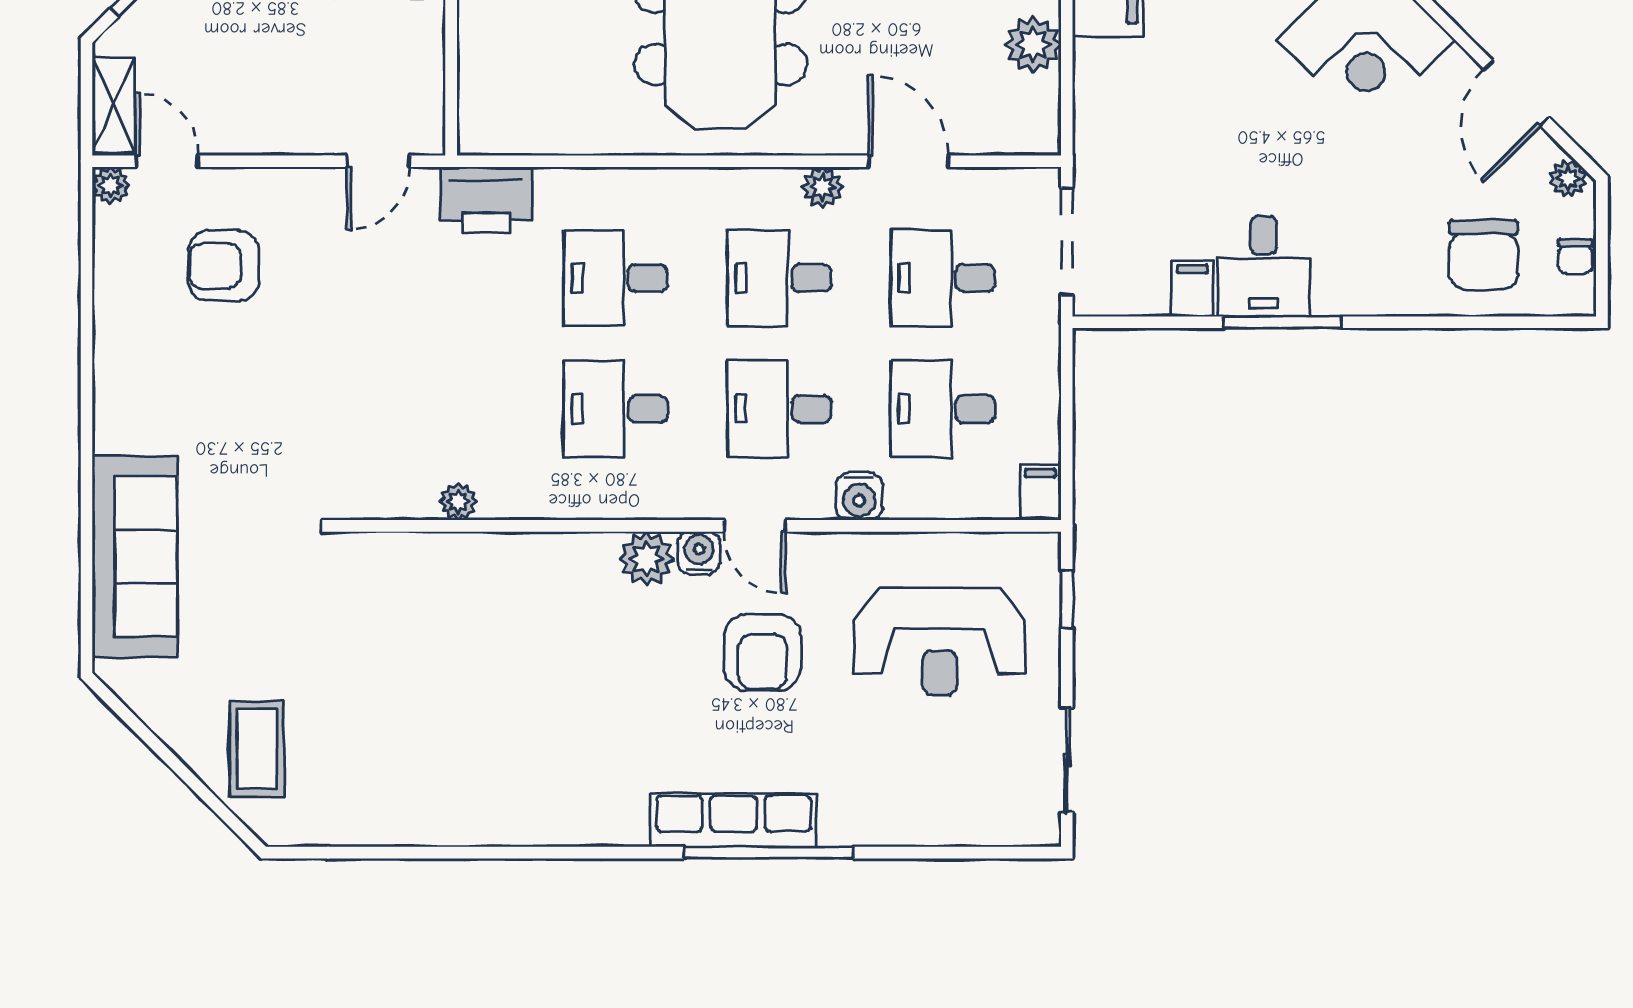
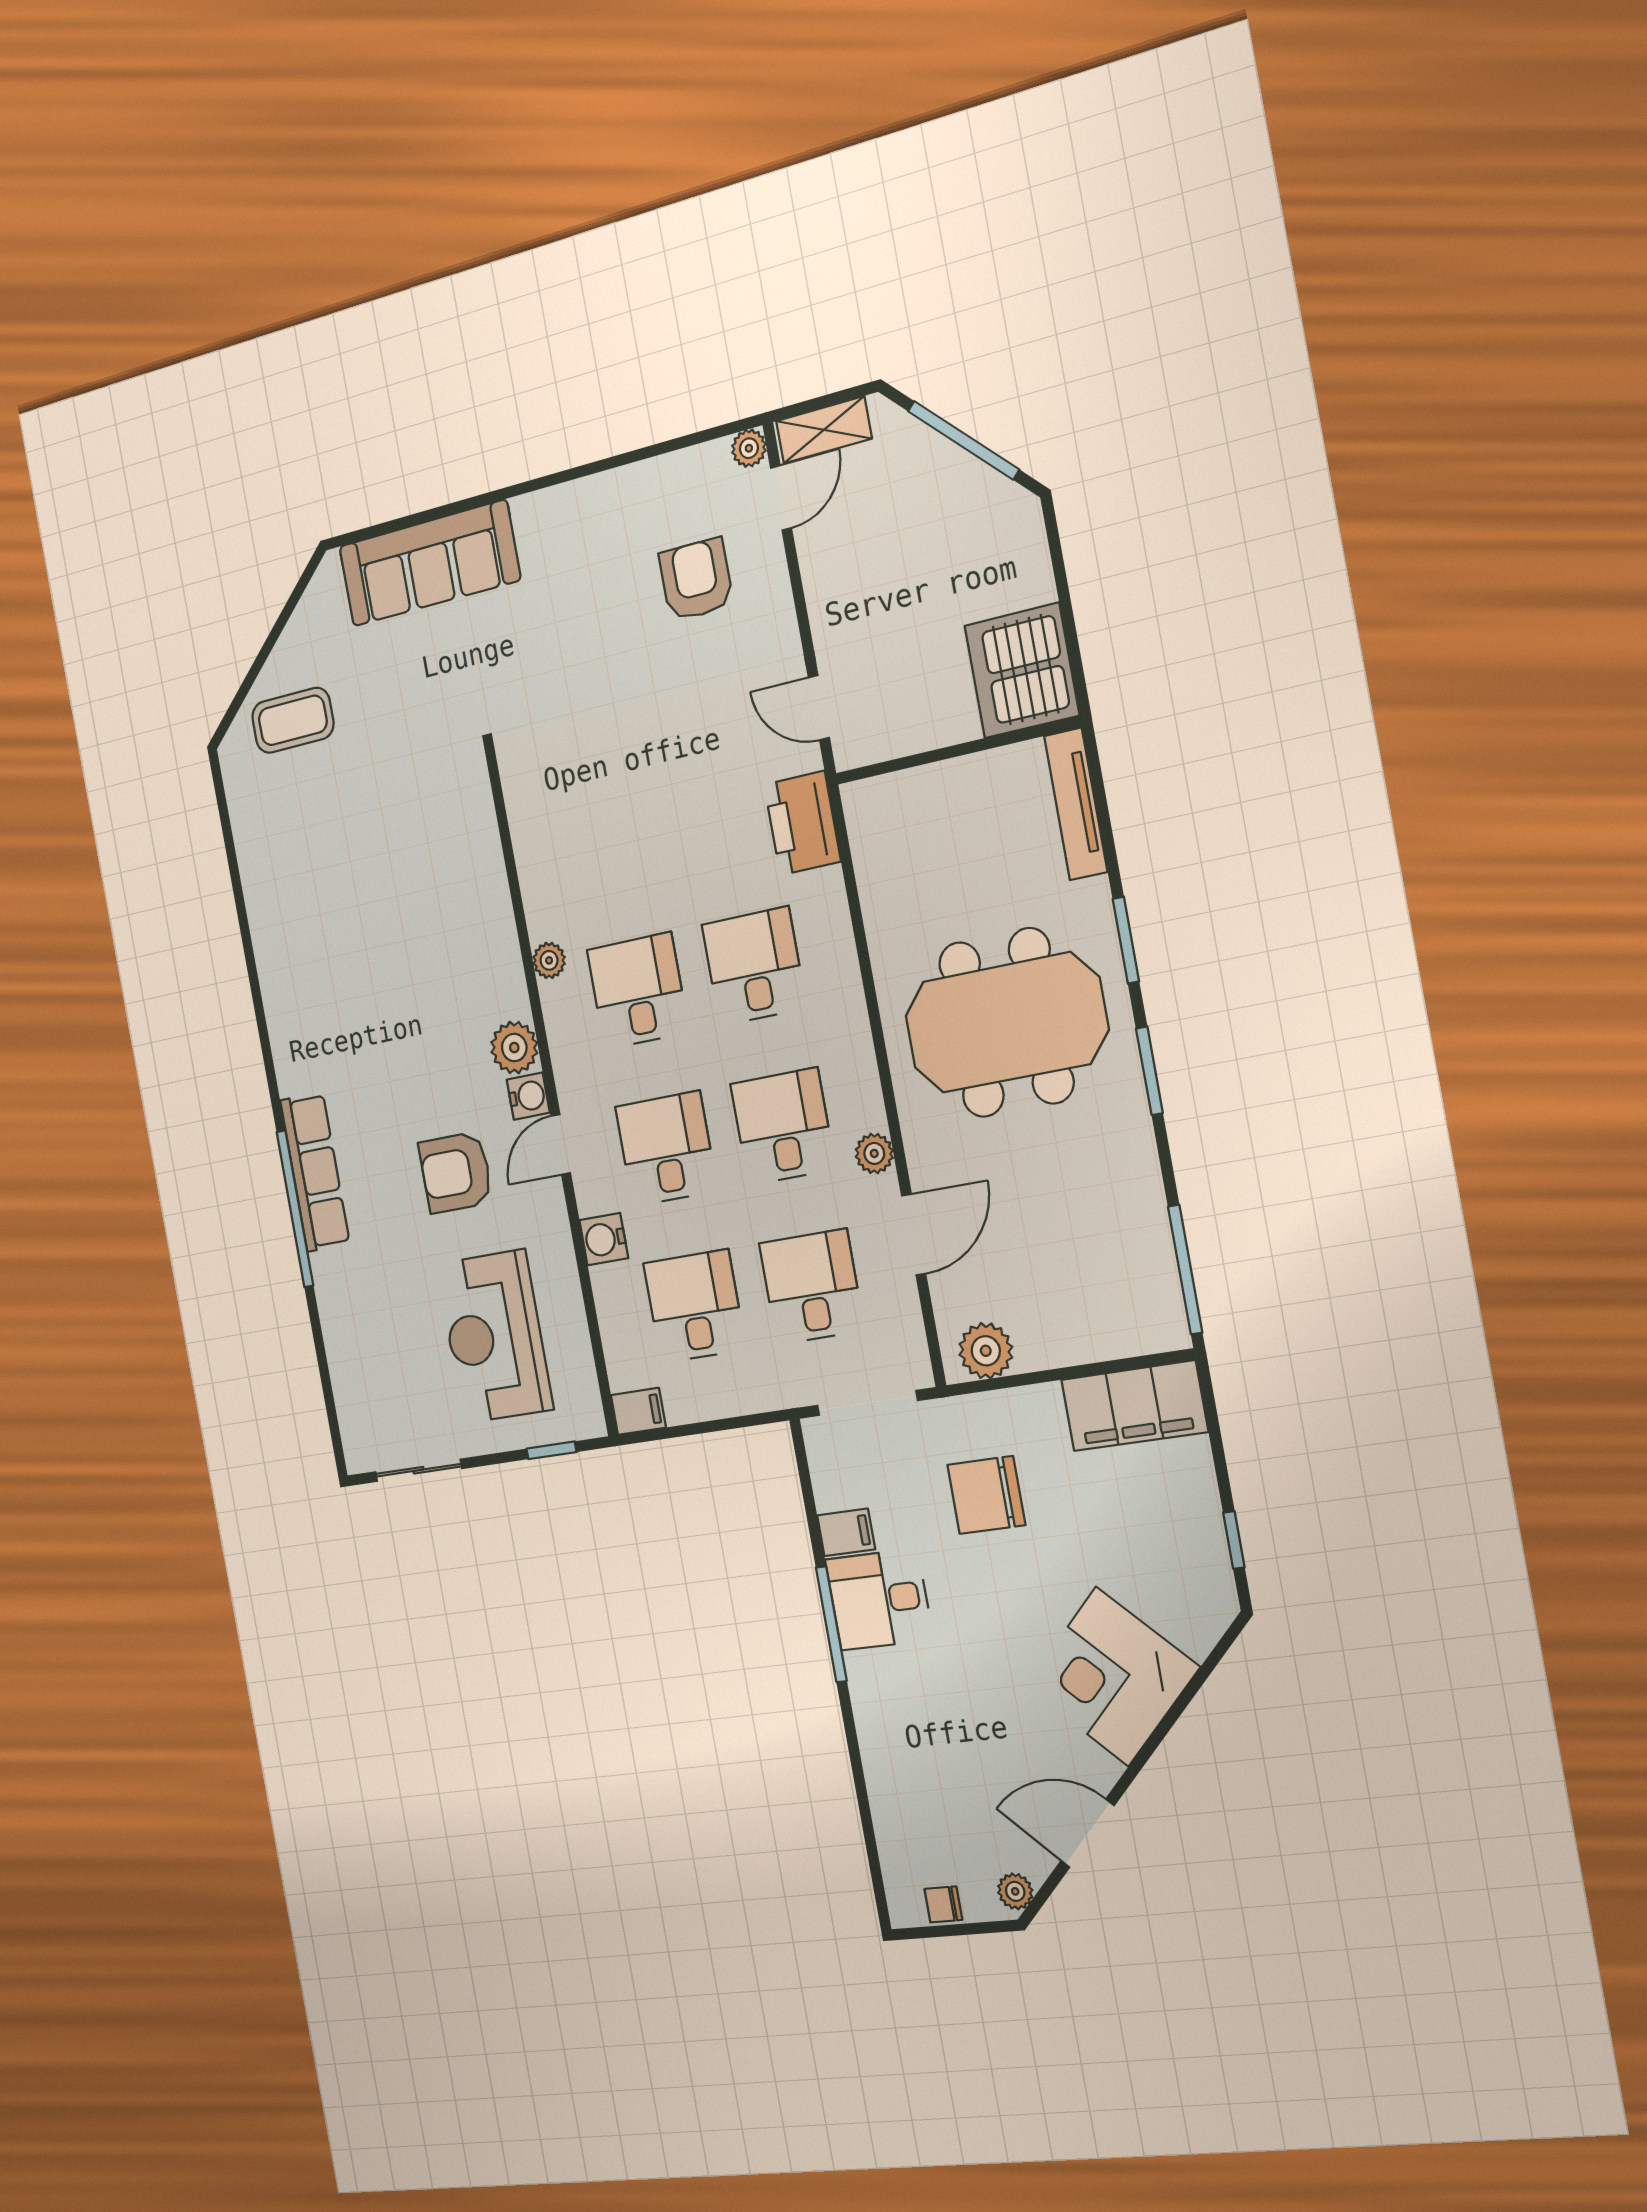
plant: (1033, 44) -> (986, 1351), moved
chair: (1484, 255) -> (986, 1495), moved
plant: (458, 502) -> (549, 960), moved

